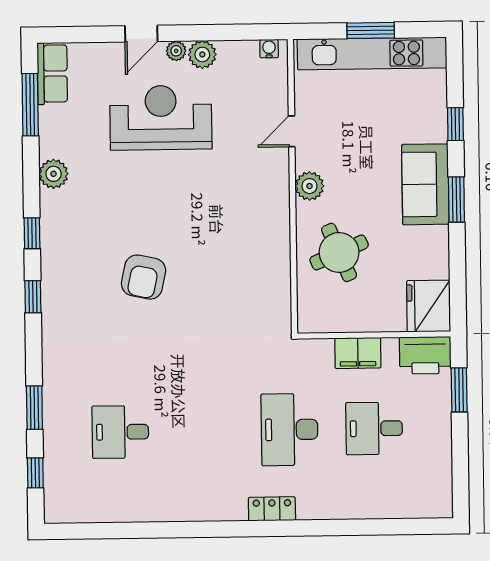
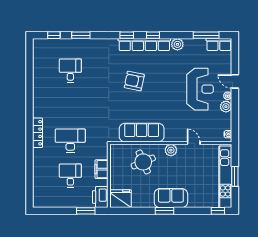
window: (455, 124) -> (218, 211), moved
row of seats: (55, 254) -> (144, 45), added
sofa: (268, 257) -> (142, 133), added
locker: (272, 509) -> (38, 133), width x1.53

